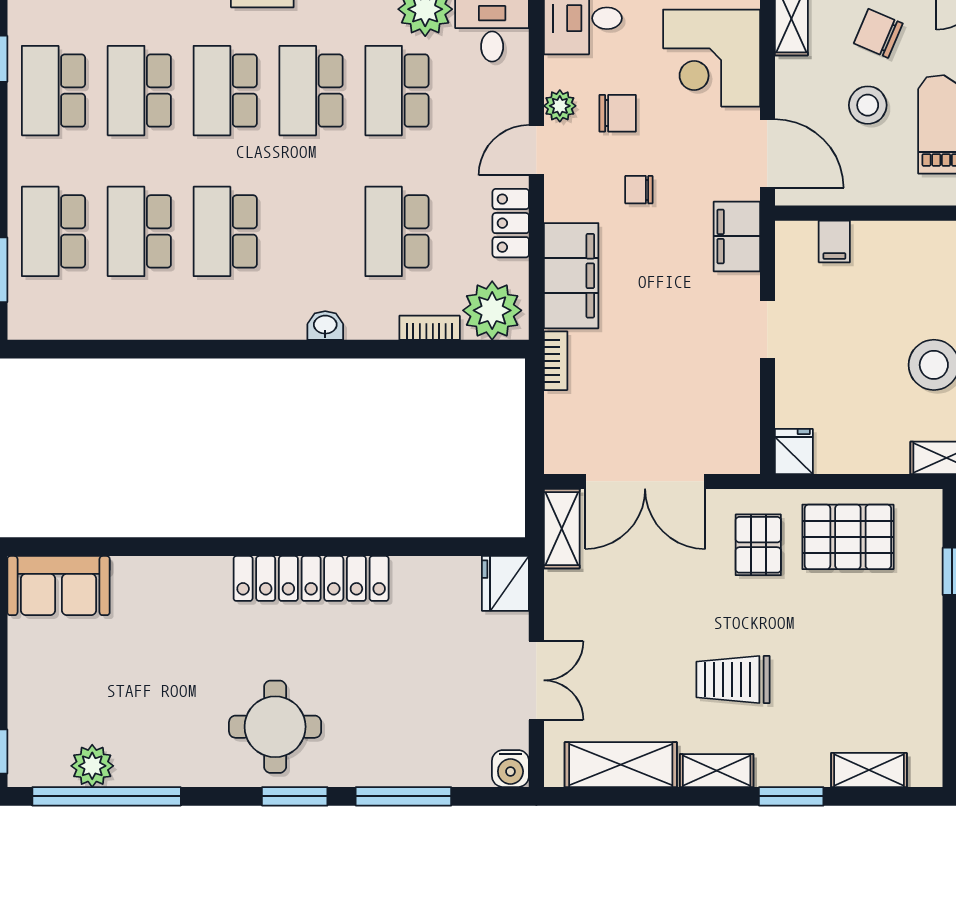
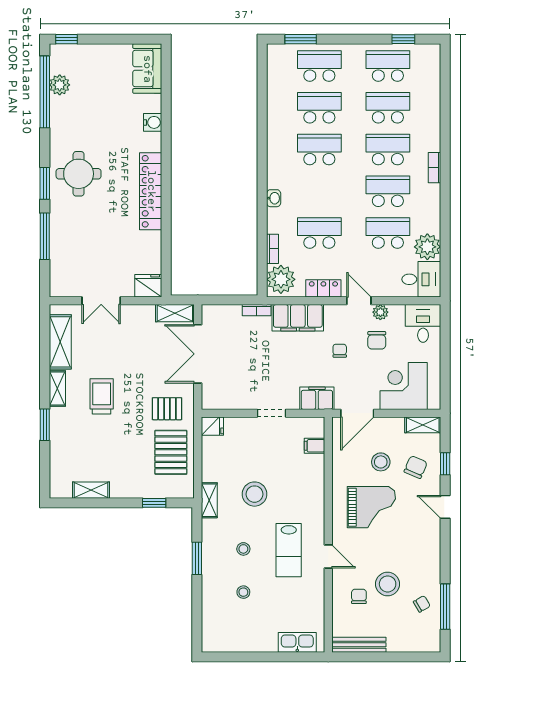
water cooler: (510, 769) -> (153, 122), moved, turned 180
shelving: (869, 770) -> (91, 490), moved, turned 90

